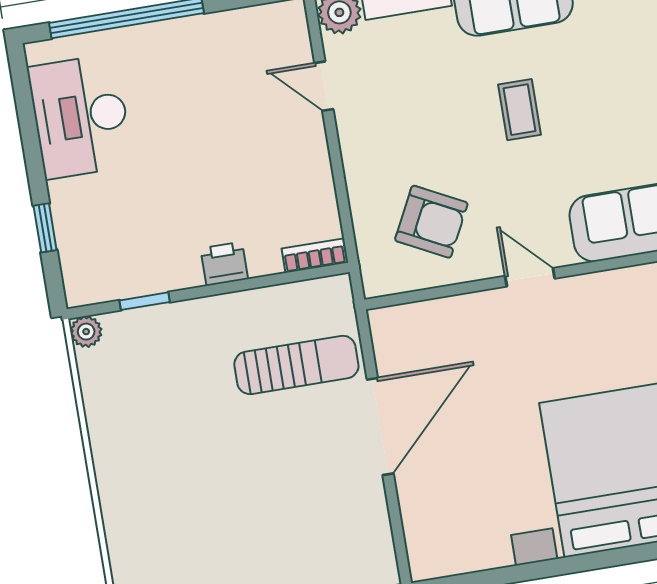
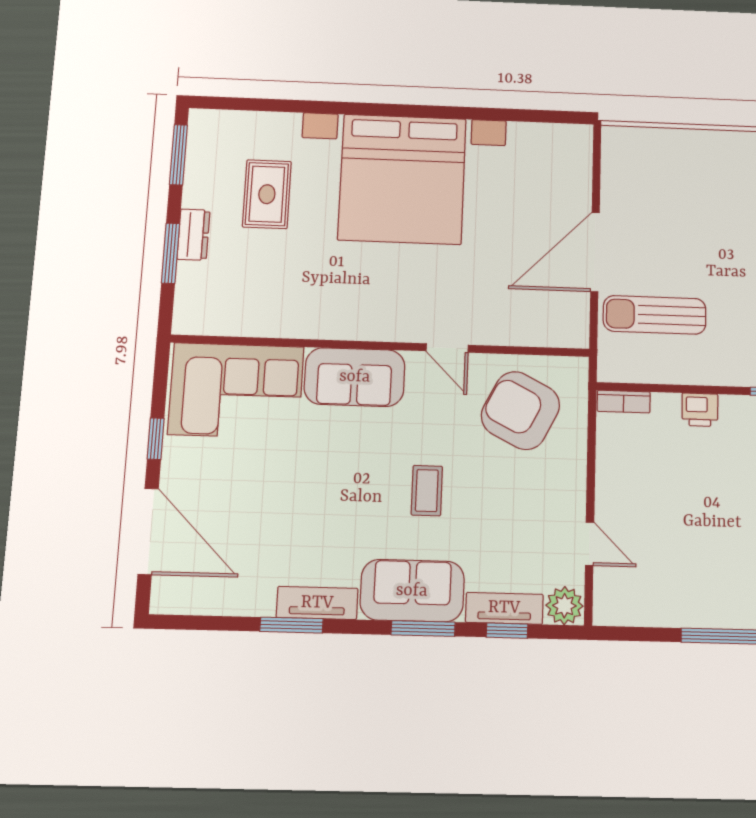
armchair: (431, 222) -> (520, 410), width x1.36, depth x1.36

